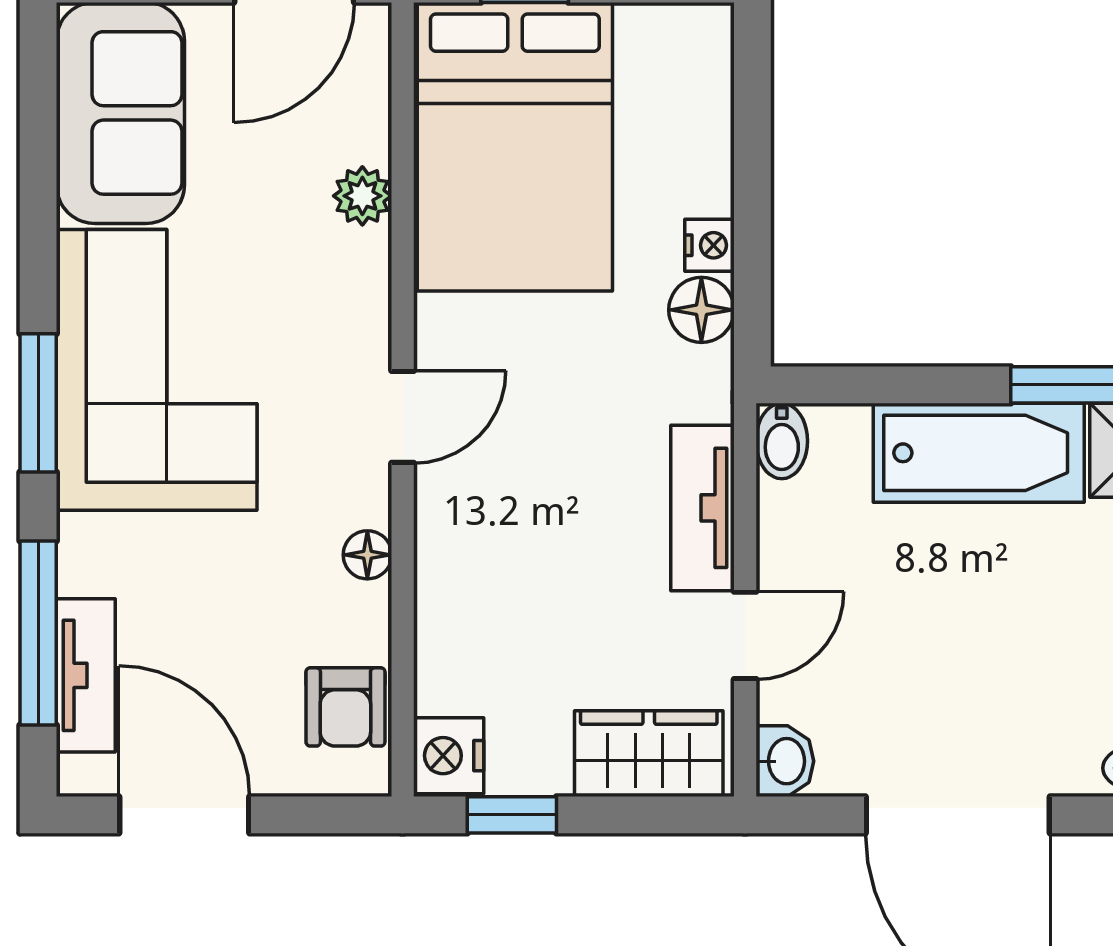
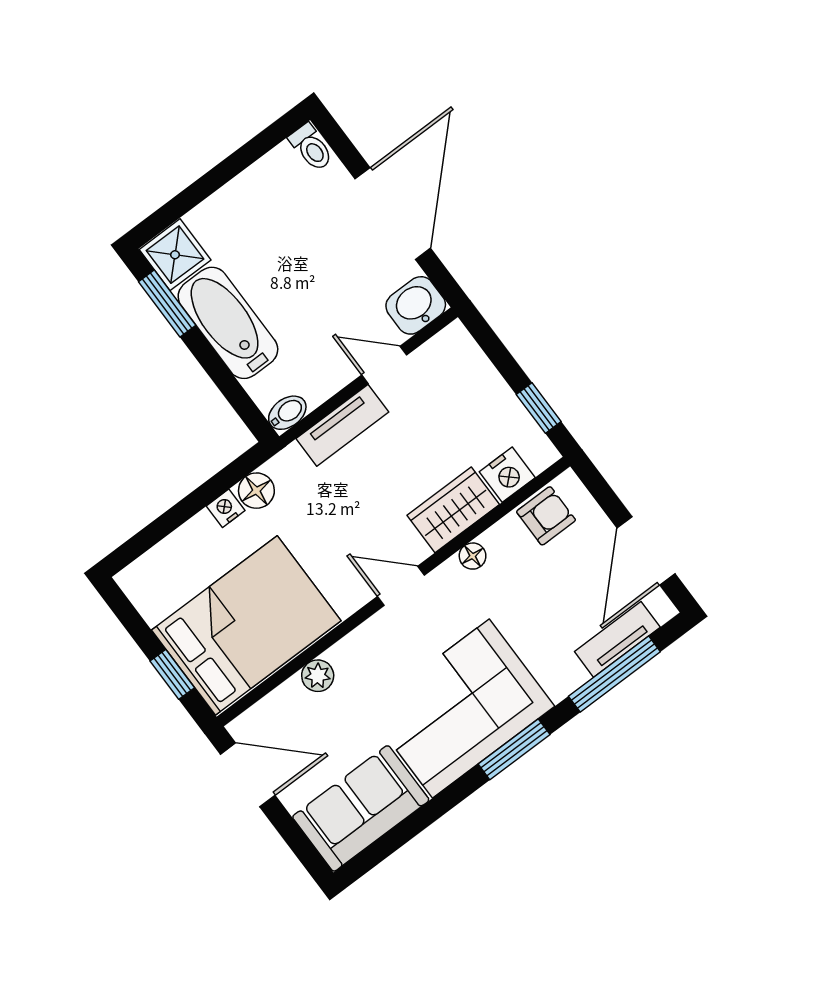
wardrobe: (649, 754) -> (453, 510), moved, turned 90
nightstand: (449, 756) -> (507, 475), moved
washbasin: (785, 761) -> (416, 305), width x1.38, depth x1.45

